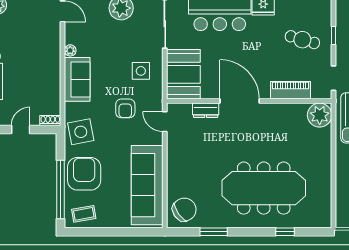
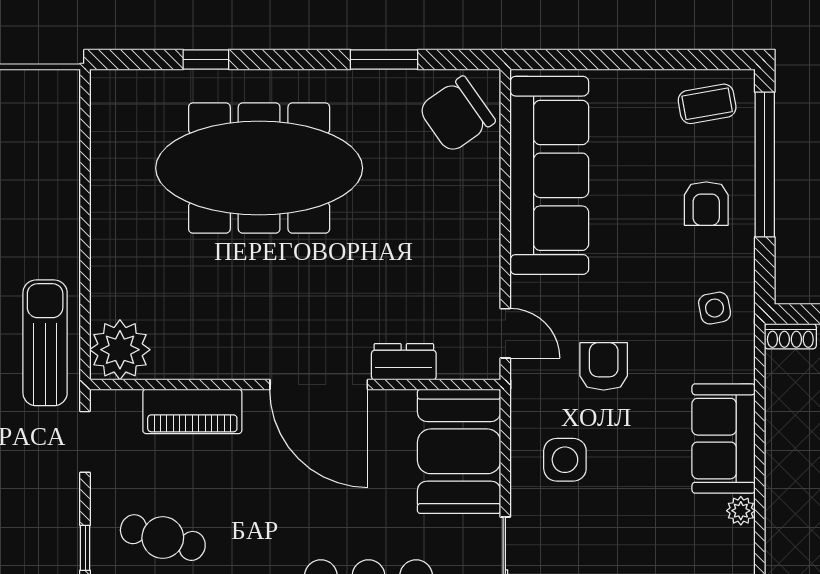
side table: (81, 132) -> (715, 308), width x0.54, depth x0.54
armchair: (84, 174) -> (706, 204), width x0.53, depth x0.53

